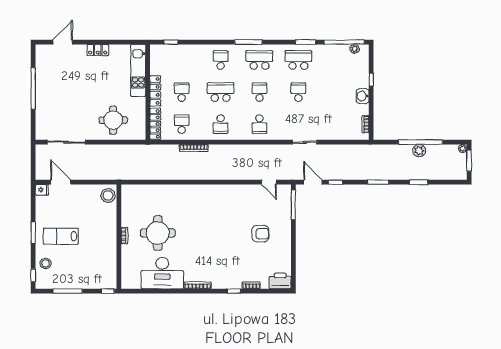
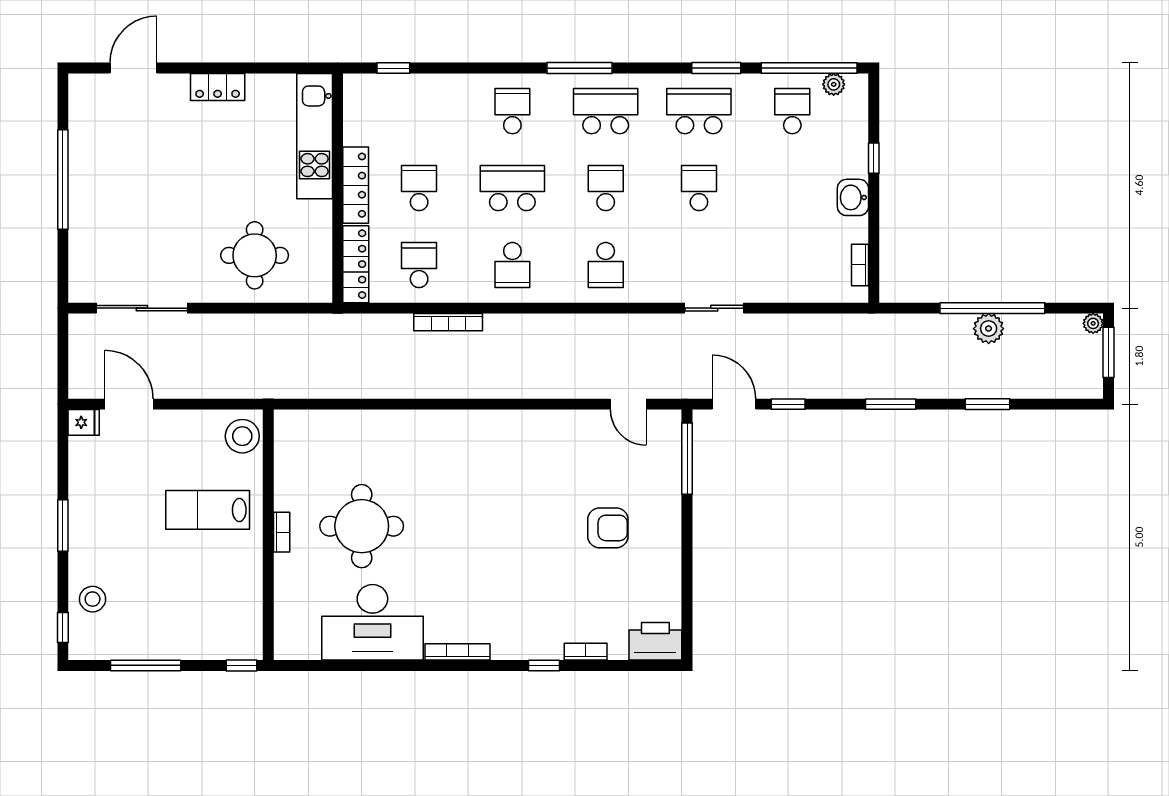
school desk: (337, 60) -> (792, 111), added
lab bench: (61, 236) -> (208, 510), moved

